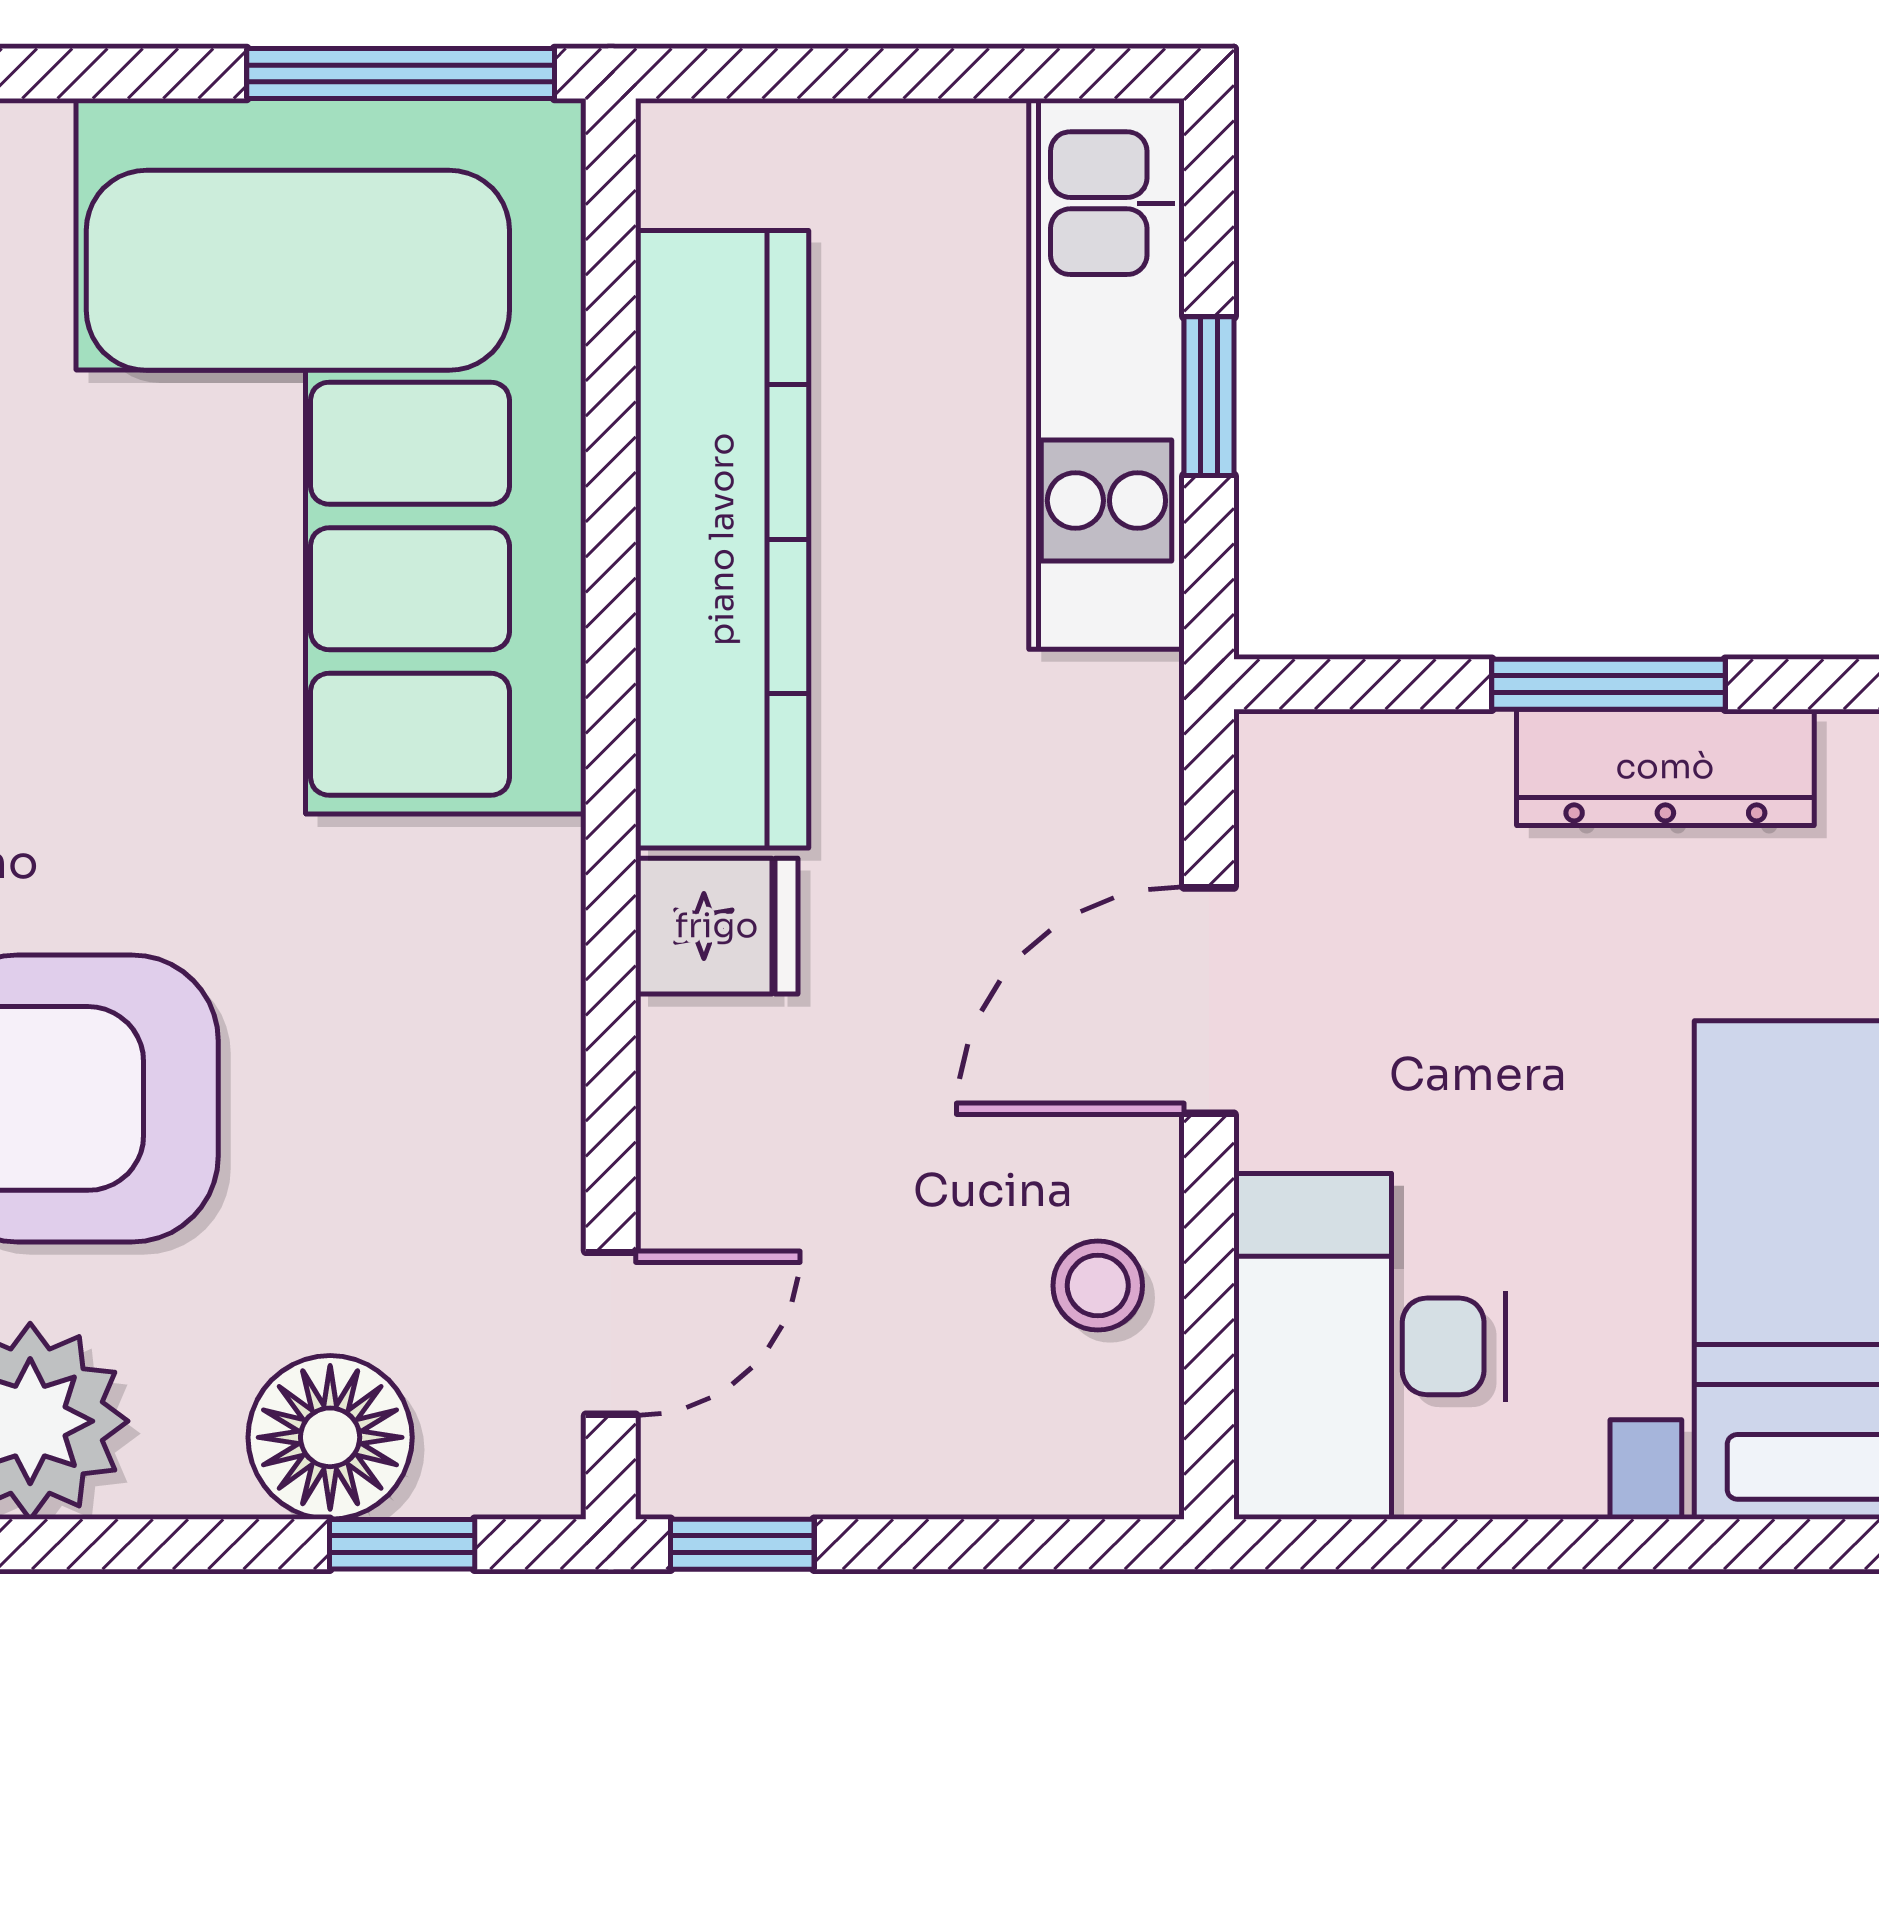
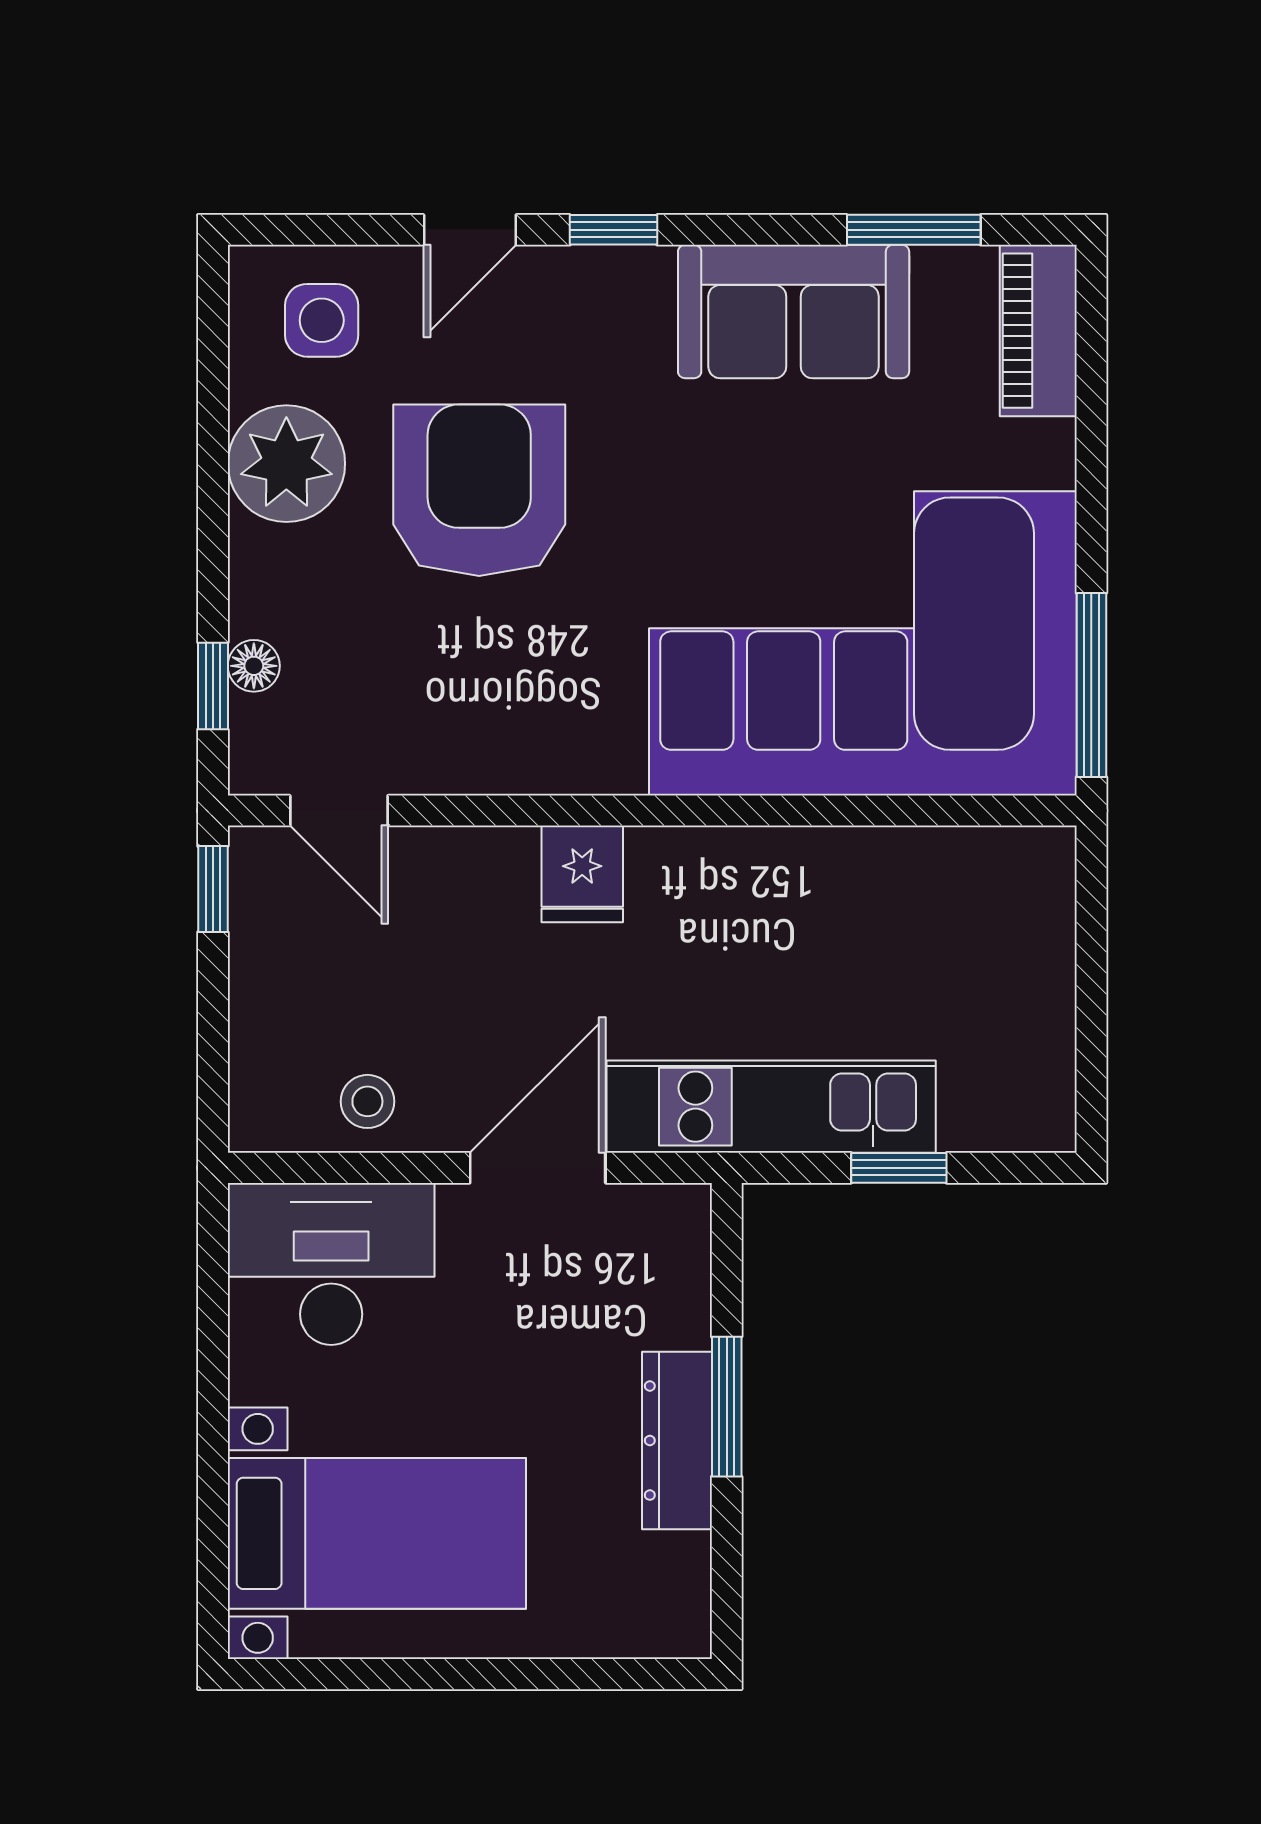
kitchen unit: (1106, 374) -> (771, 1107), moved
kitchen counter: (722, 539) -> (813, 877), removed
door: (1209, 1001) -> (538, 1168), hinge flipped
floor lamp: (330, 1437) -> (254, 666), width x0.53, depth x0.53

